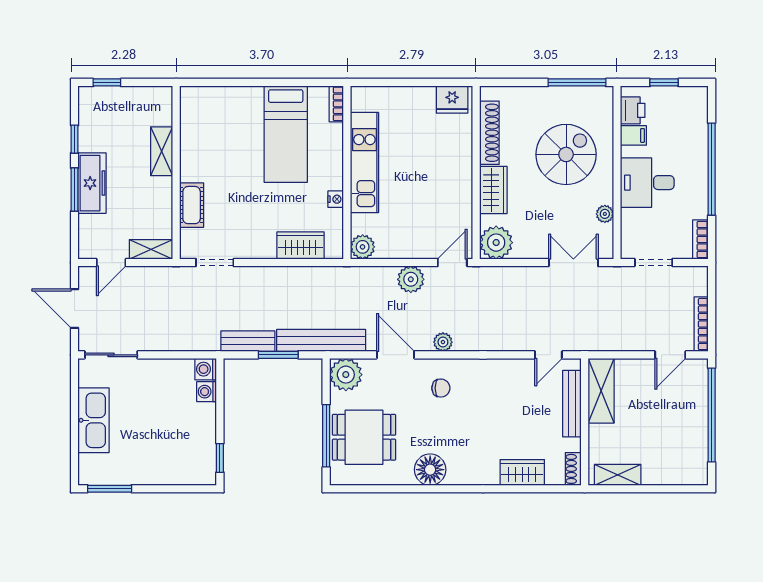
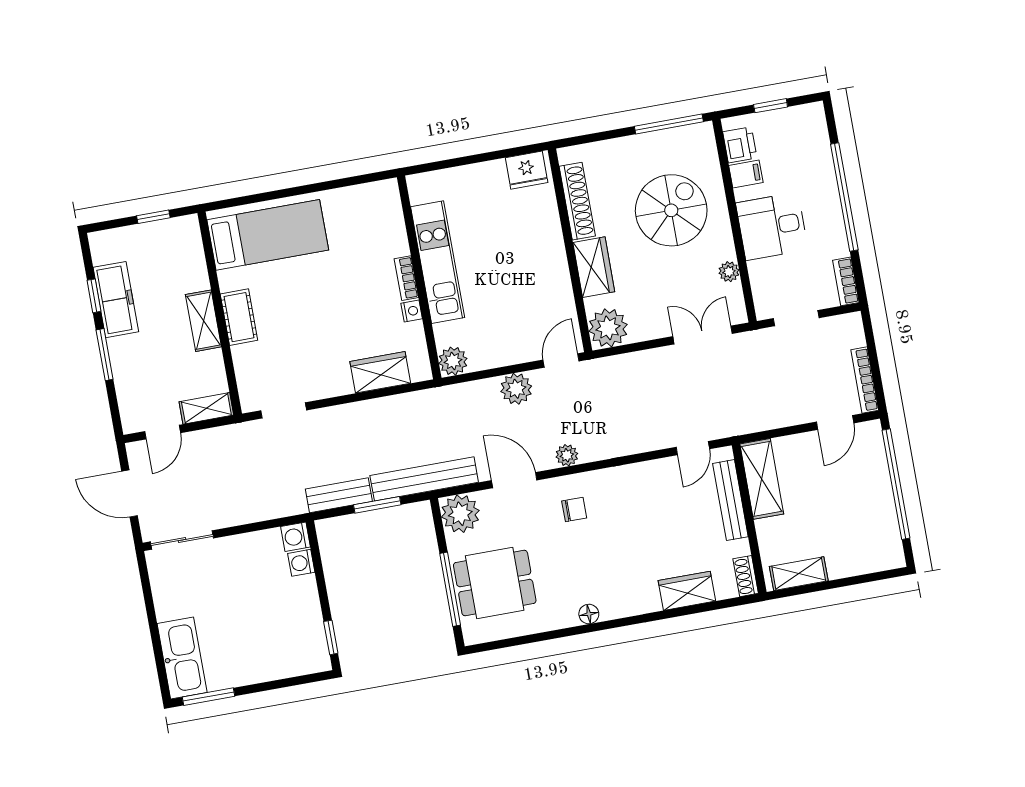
window: (107, 82) -> (153, 217), moved
bookcase: (336, 104) -> (406, 278), moved
bed: (286, 134) -> (268, 235), moved, turned -90
shelving: (162, 151) -> (203, 321), moved
freezer: (92, 183) -> (116, 300), moved
cot: (192, 205) -> (239, 317), moved
kitchen sink: (94, 420) -> (182, 658), moved
floor lamp: (430, 470) -> (589, 614), width x0.53, depth x0.53

